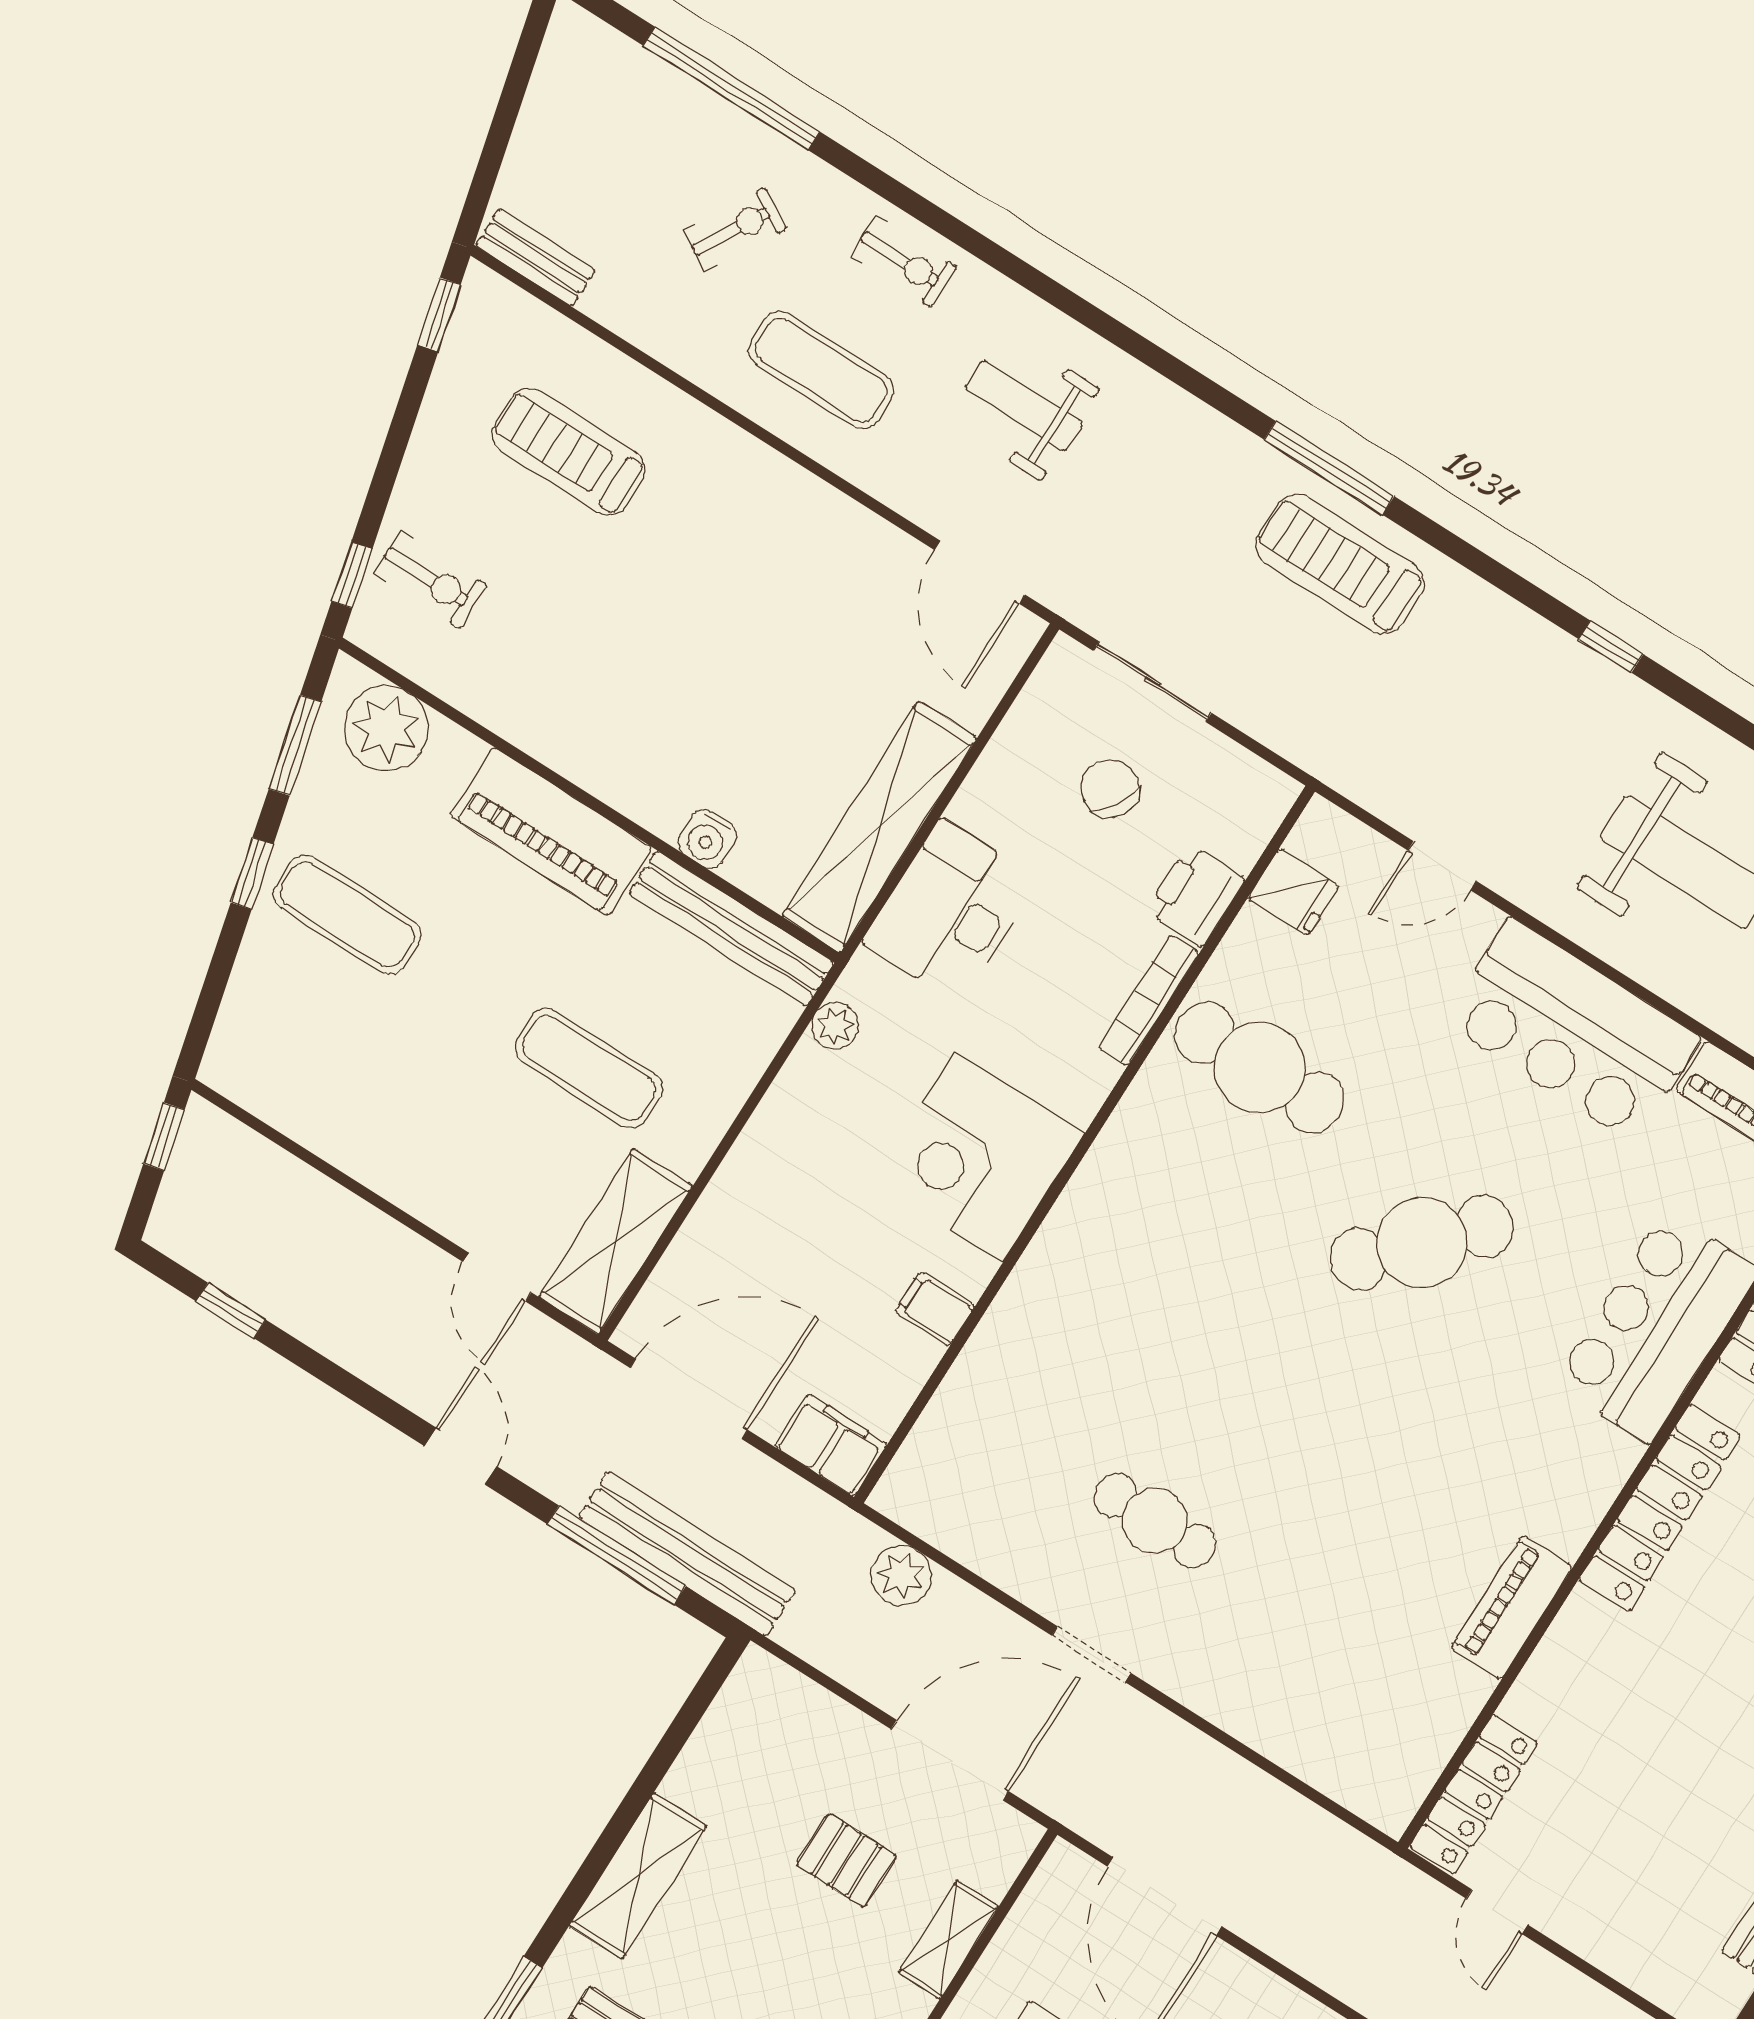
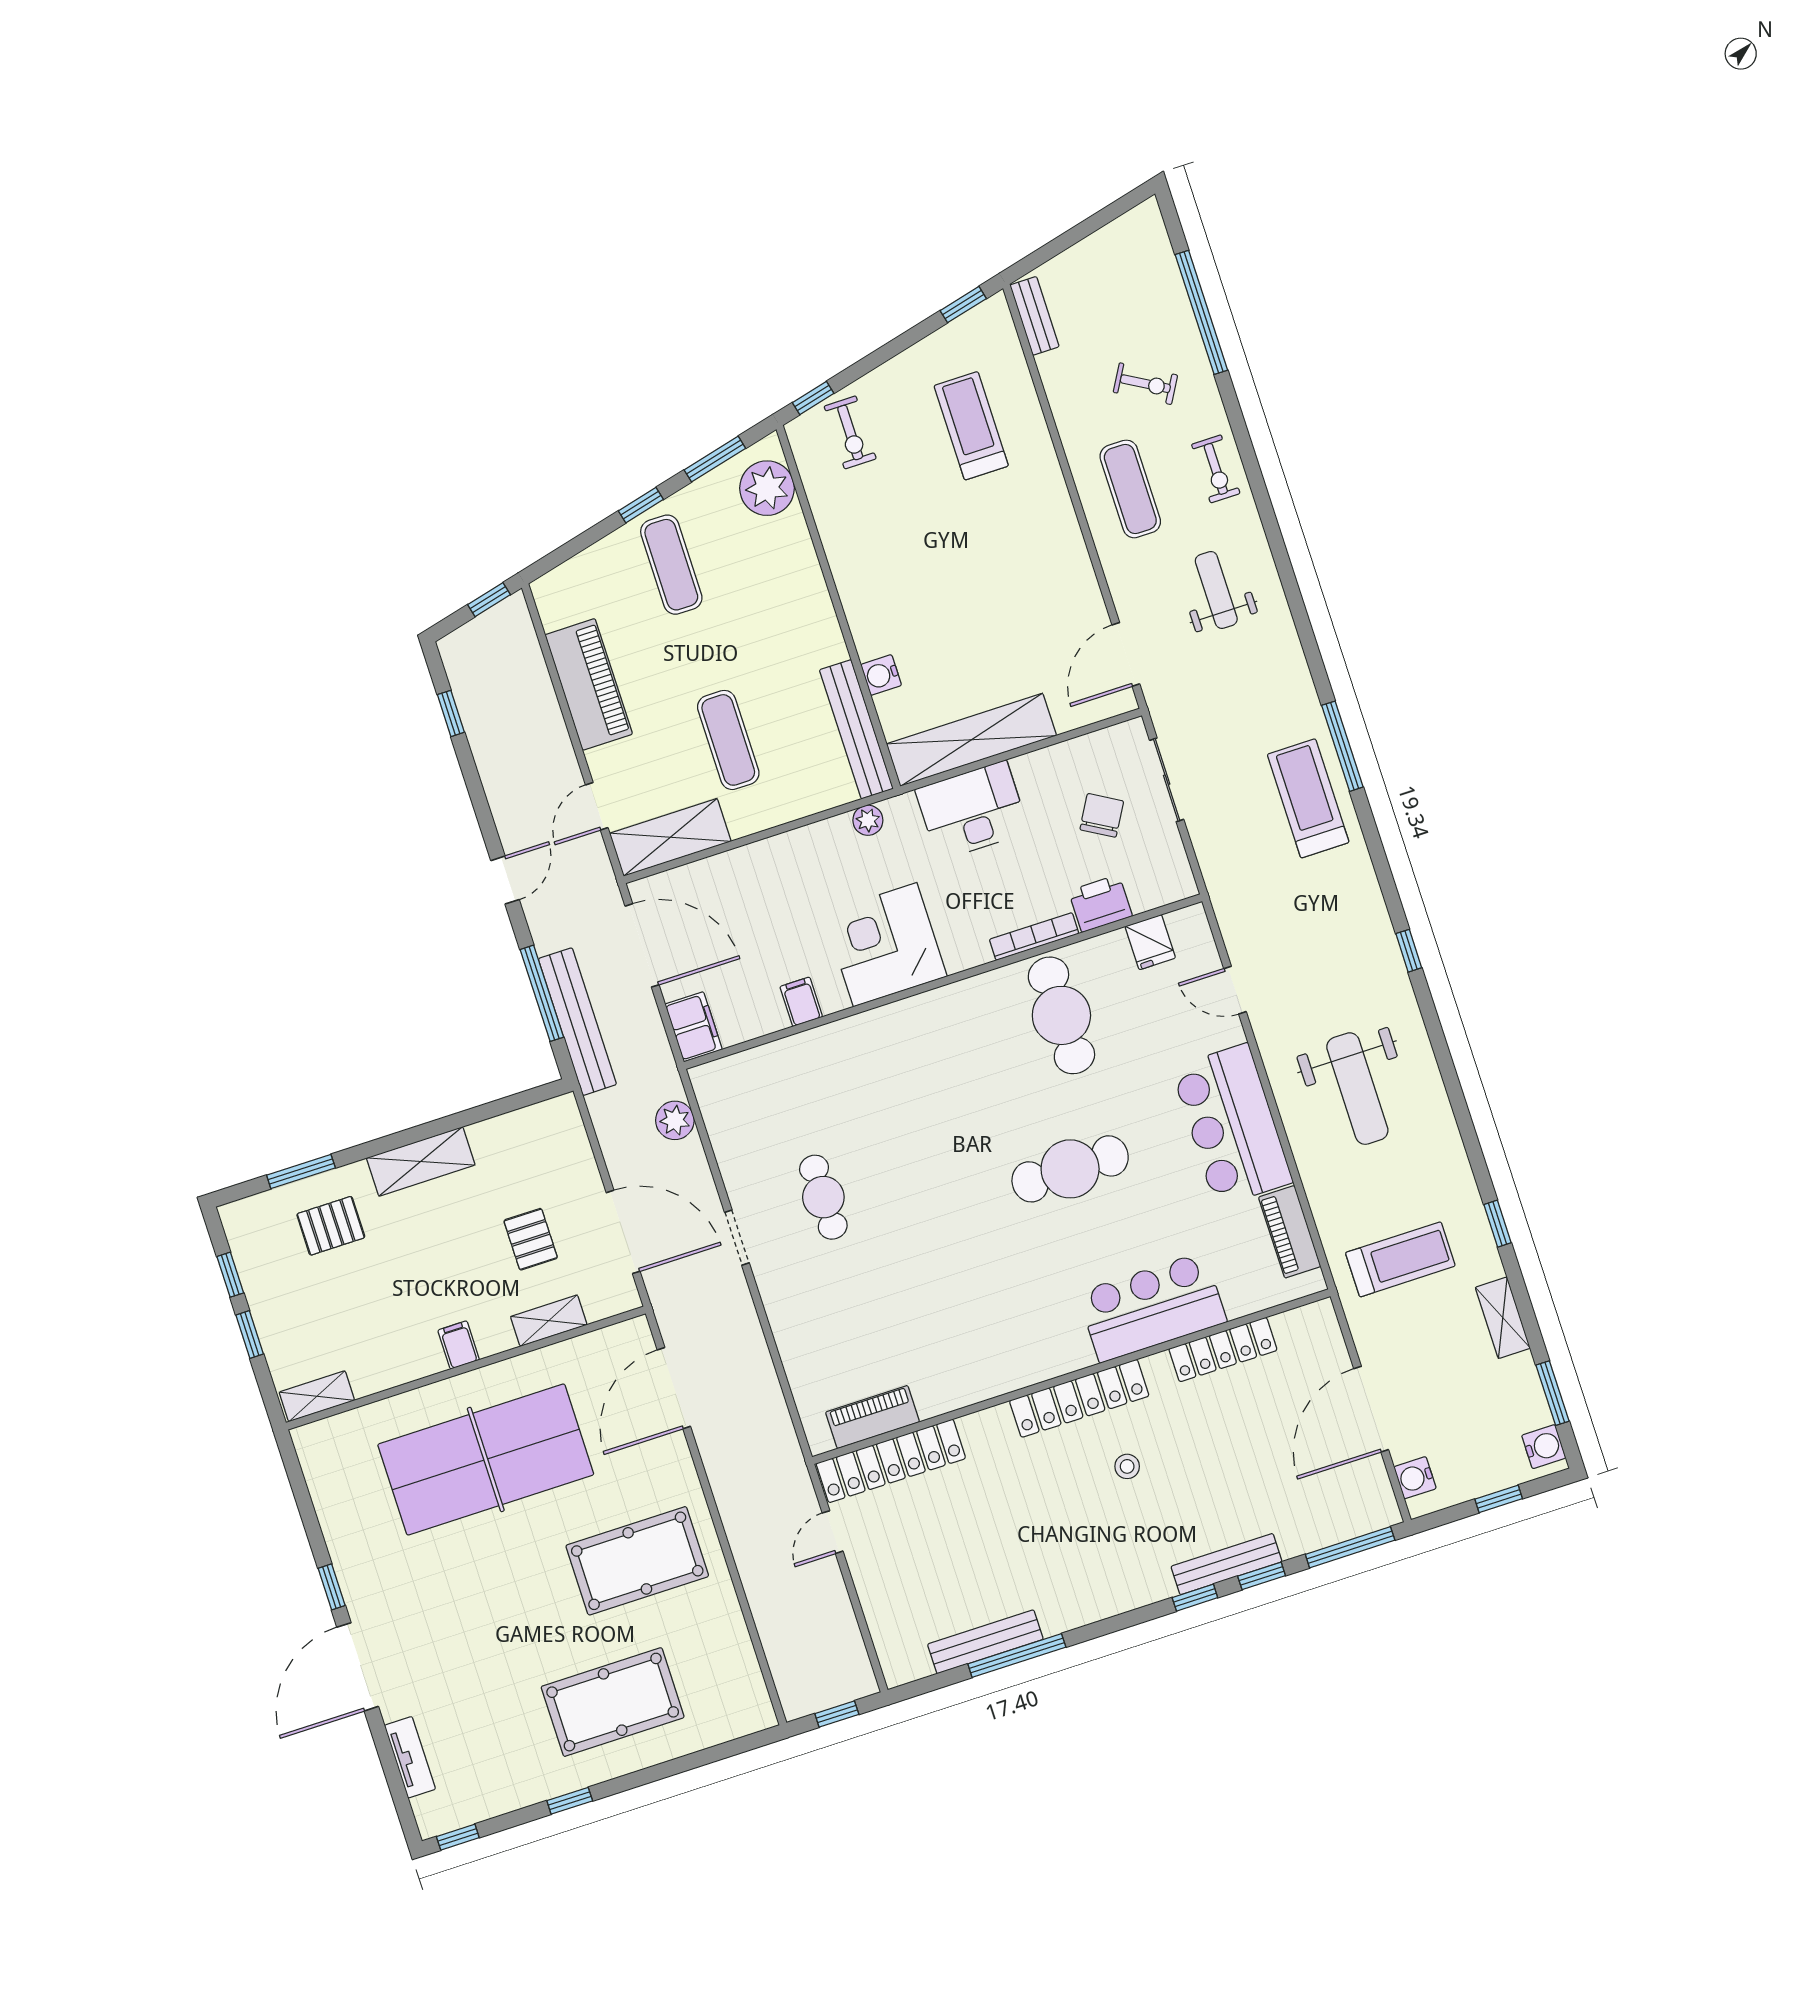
piano: (551, 831) -> (589, 684), moved, turned 180
cafe table: (1422, 1243) -> (1070, 1169), turned -43
piano: (1512, 1608) -> (873, 1417), moved
locker: (1474, 1794) -> (891, 1461), width x1.41, depth x1.21

